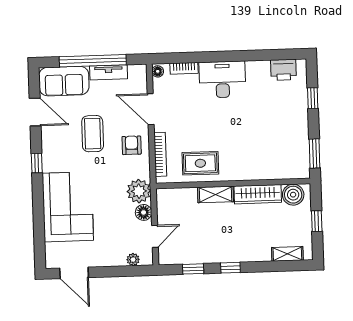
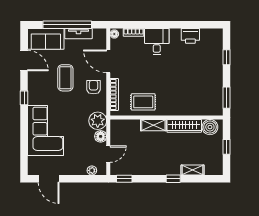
printer: (283, 70) -> (190, 36), moved
desk: (222, 79) -> (157, 41), width x0.73
shelving: (287, 254) -> (193, 170), moved
window: (230, 268) -> (173, 179), moved
window: (193, 269) -> (124, 179), moved

